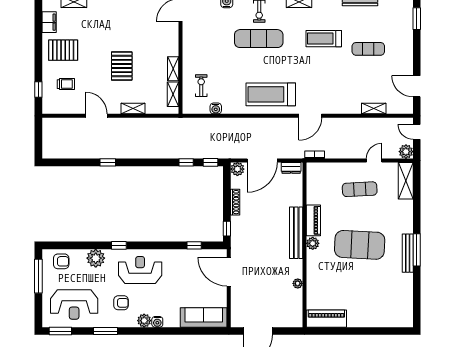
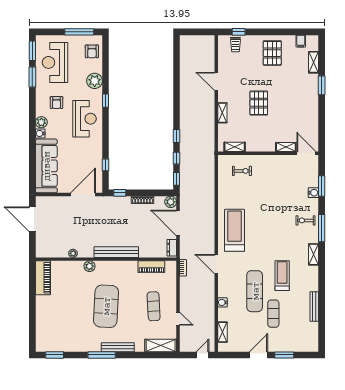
window: (417, 19) -> (284, 355), moved
filing cabinet: (49, 22) -> (301, 41), width x0.50
exercise mat: (259, 39) -> (255, 291), moved
pallet: (122, 66) -> (259, 103), turned 90
shelving: (173, 69) -> (286, 147), moved
trolley: (66, 84) -> (235, 45), moved
door: (417, 86) -> (259, 355), moved
water cooler: (216, 108) -> (222, 302), moved
shelving: (374, 109) -> (222, 332), moved
door: (96, 116) -> (216, 81), swing flipped
plant: (406, 152) -> (186, 346), removed
window: (108, 162) -> (176, 136), moved
piano: (313, 220) -> (151, 267), moved
plant: (313, 243) -> (89, 266), moved
bench: (408, 253) -> (118, 347), moved
window: (417, 305) -> (55, 355), added
sofa: (204, 317) -> (46, 166), width x1.36, depth x1.27
window: (106, 331) -> (32, 77), moved

